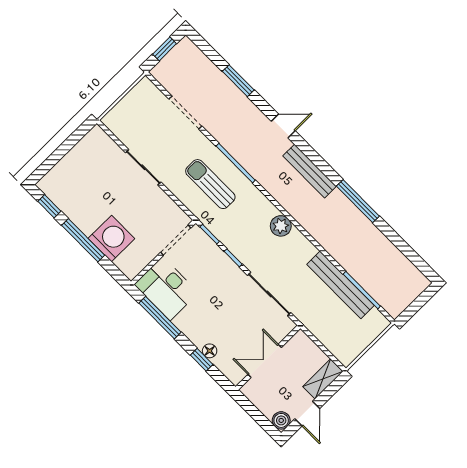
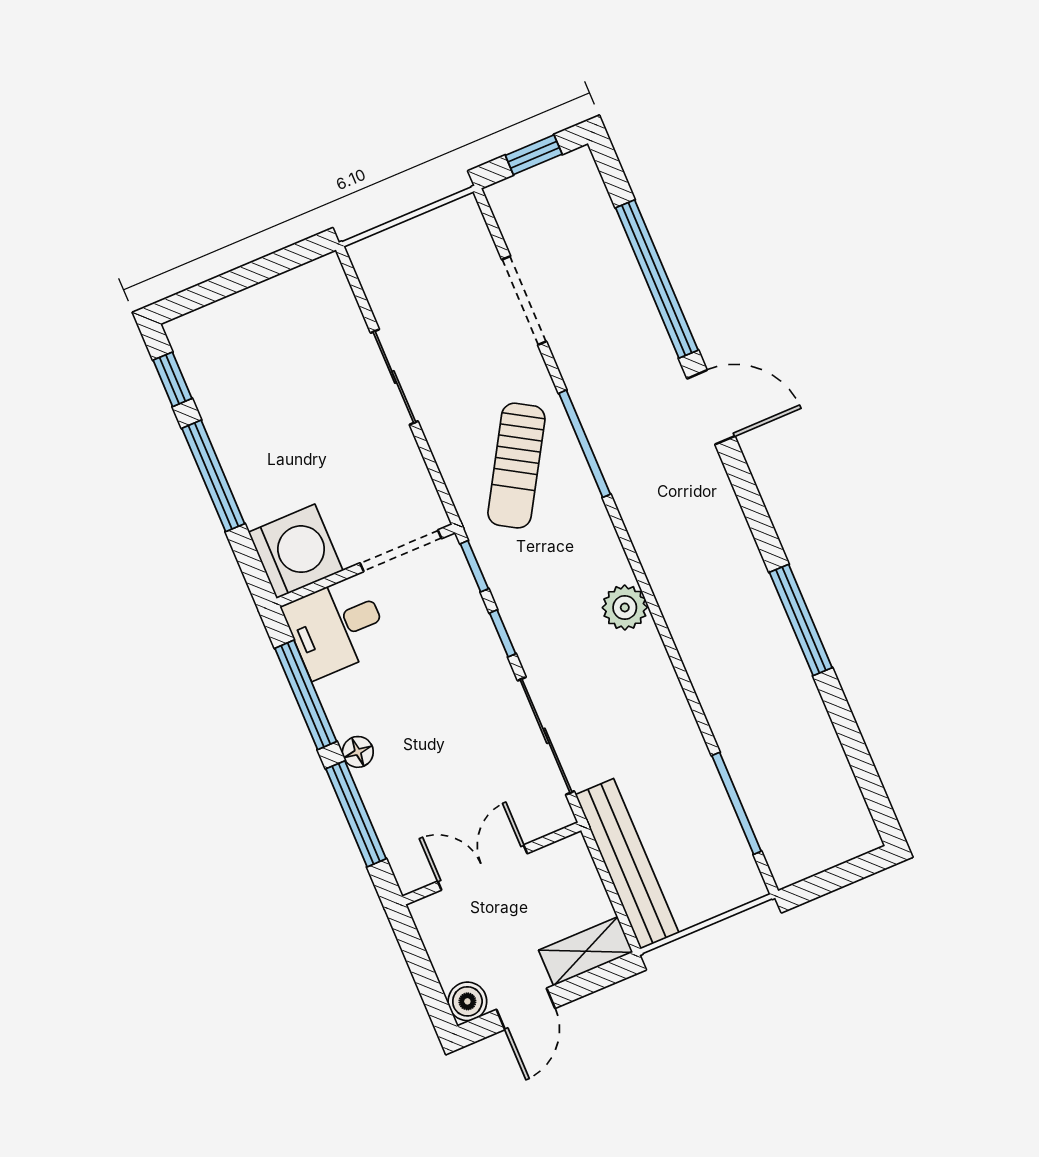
window: (238, 81) -> (657, 279), width x2.11
door: (283, 126) -> (711, 407), width x1.38
bench: (310, 171) -> (728, 520), removed
sun lounger: (210, 184) -> (516, 466), turned -149
washing machine: (111, 239) -> (296, 551), moved
bench: (340, 285) -> (627, 864), moved
desk: (166, 289) -> (336, 627), width x0.73
floor lamp: (210, 351) -> (358, 752), moved
window: (202, 360) -> (356, 814), width x2.17

